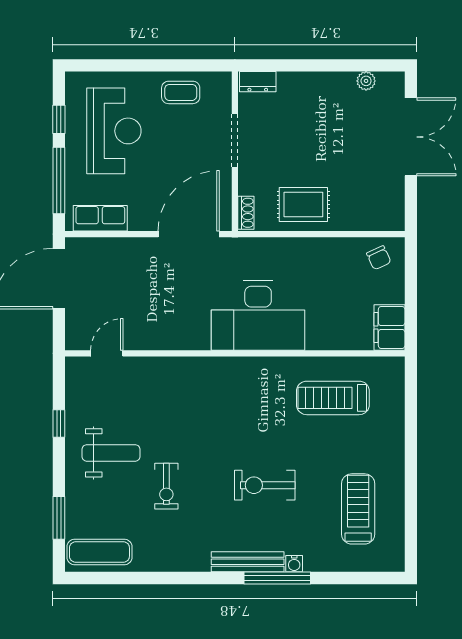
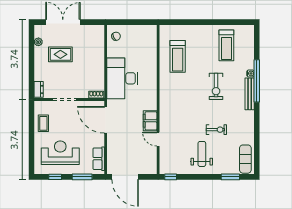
window: (59, 181) -> (82, 177), width x0.69
rug: (303, 204) -> (60, 54), moved, turned 90
desk: (258, 315) -> (122, 78), moved, turned 180
filing cabinet: (389, 327) -> (150, 121), moved, turned 90
door: (107, 353) -> (158, 139), moved
window: (59, 423) -> (171, 177), moved
treadmill: (358, 509) -> (226, 45), turned -90
window: (277, 578) -> (257, 81), width x1.46

